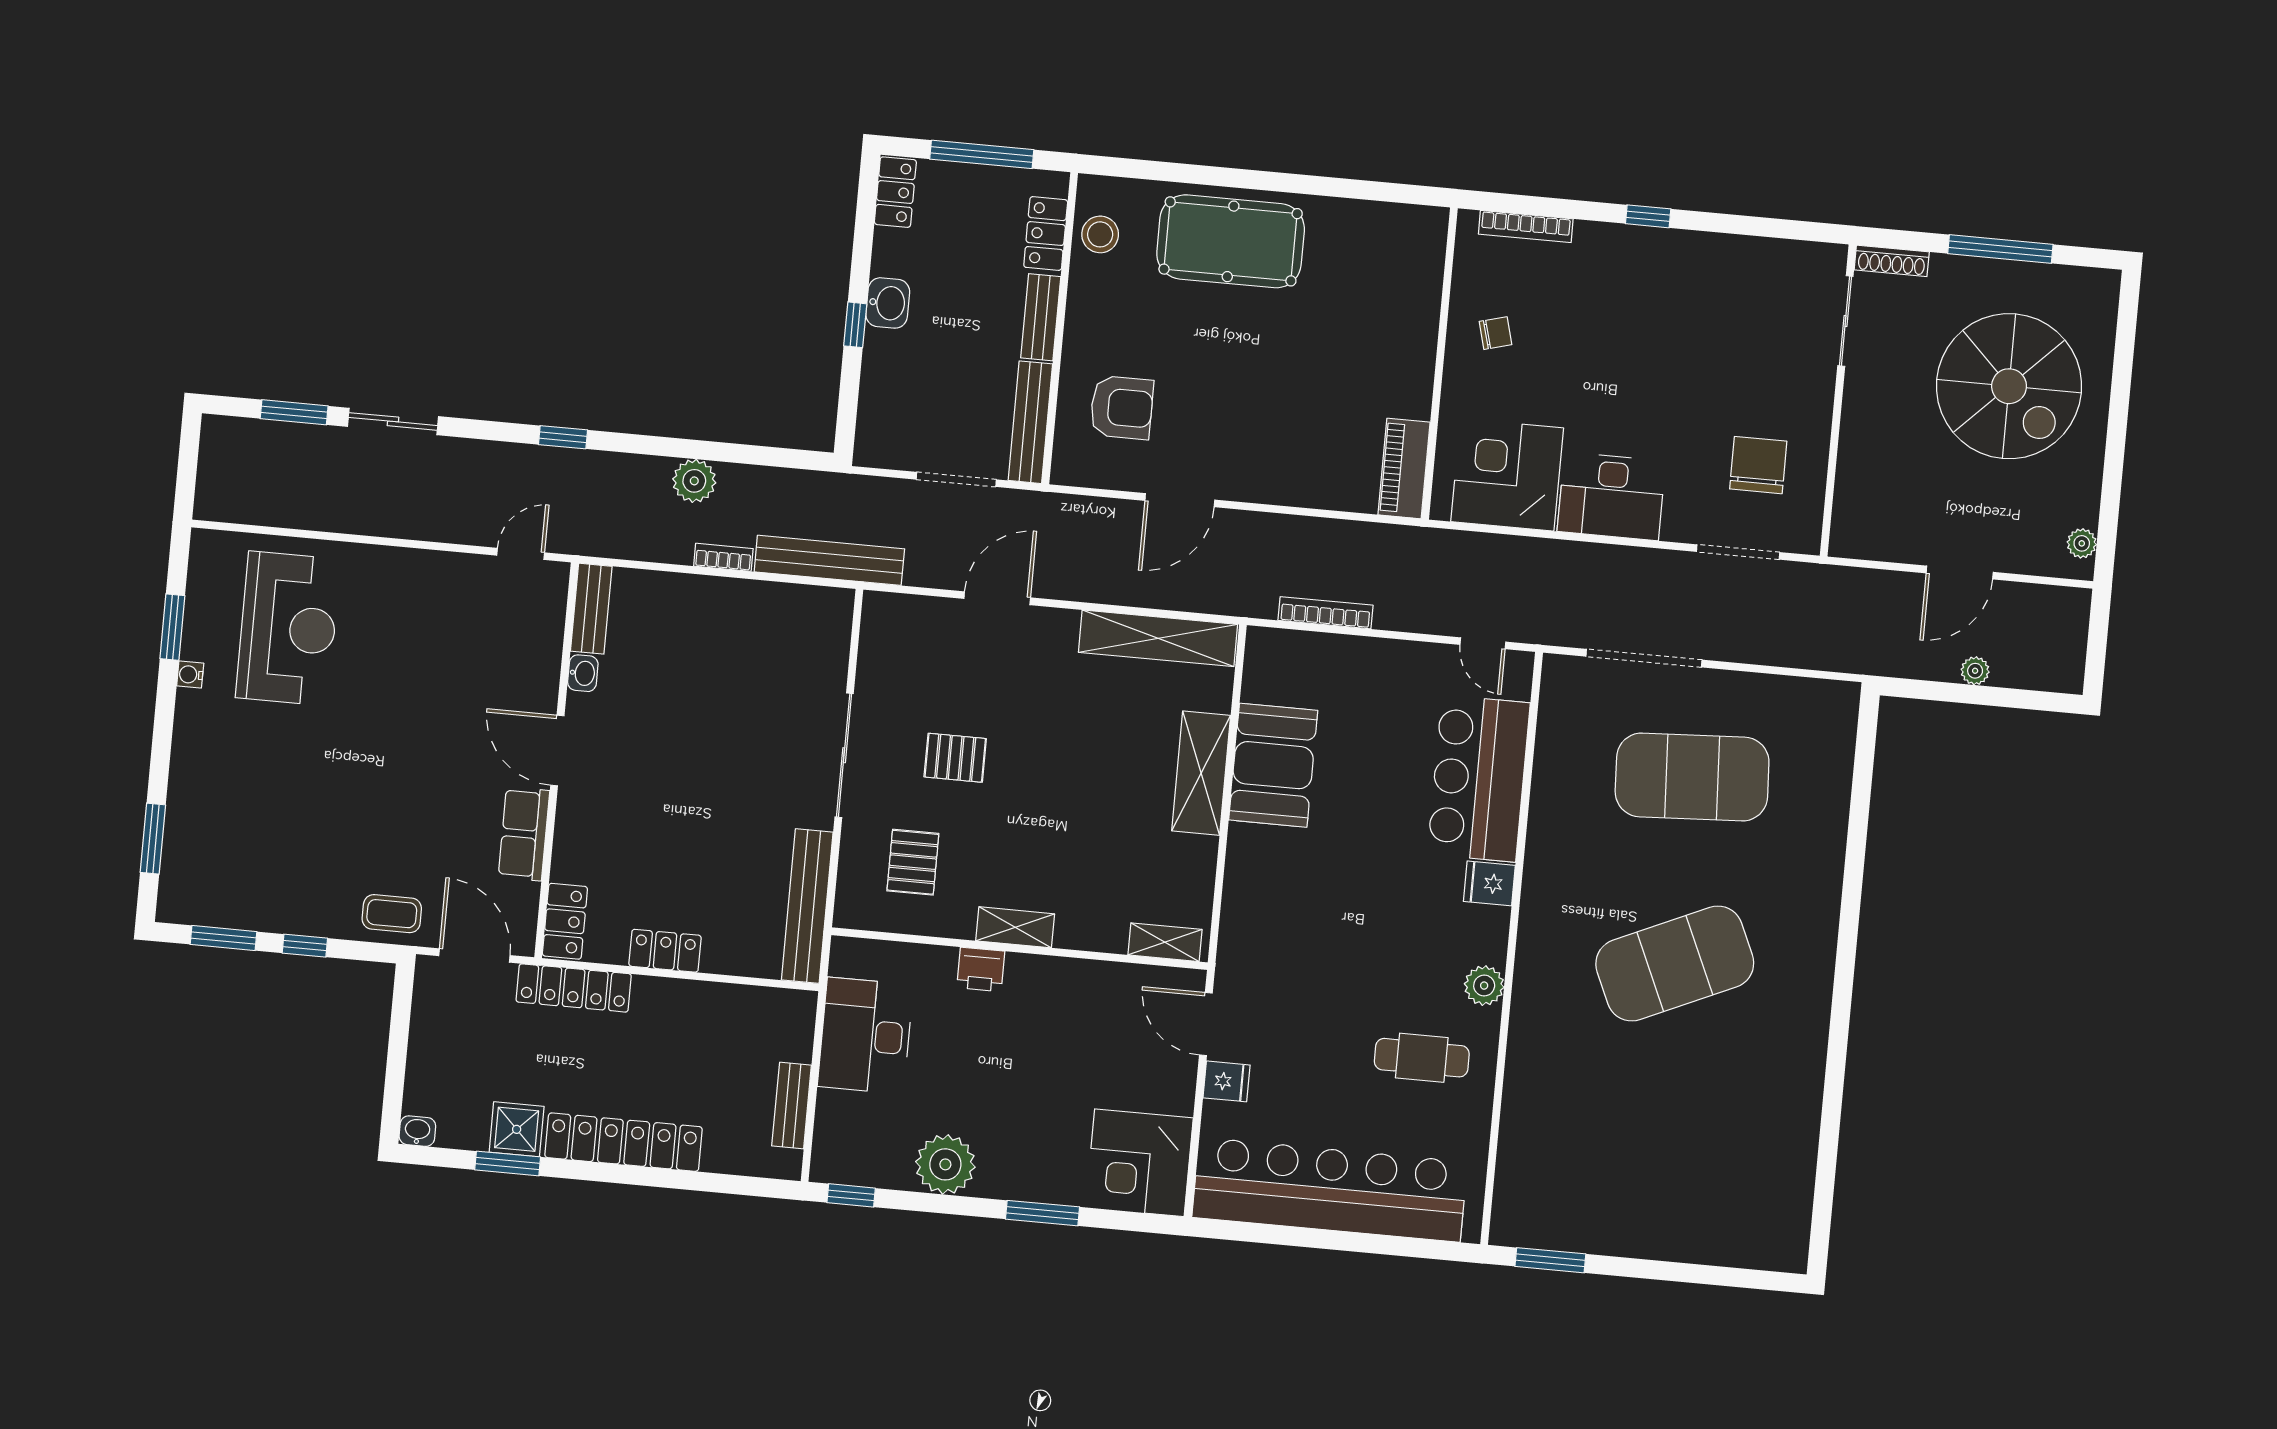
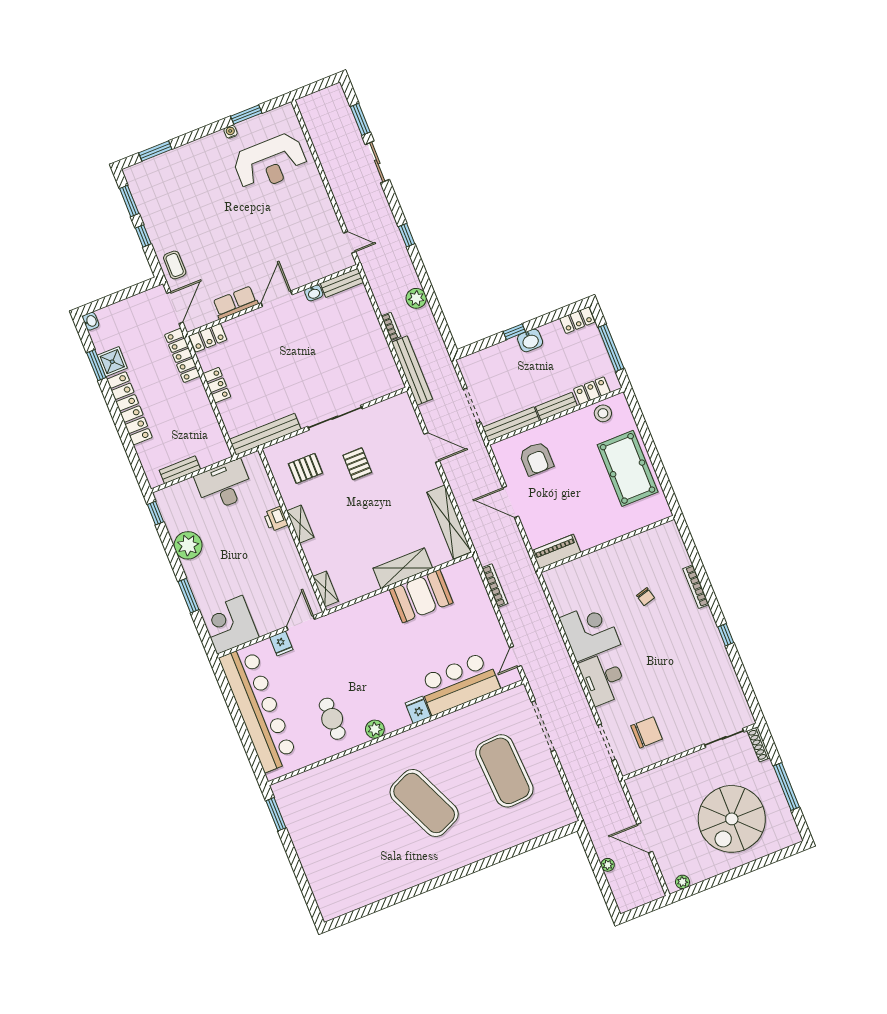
wall: (1439, 363) -> (607, 544), moved
piano: (1404, 468) -> (556, 552), moved

